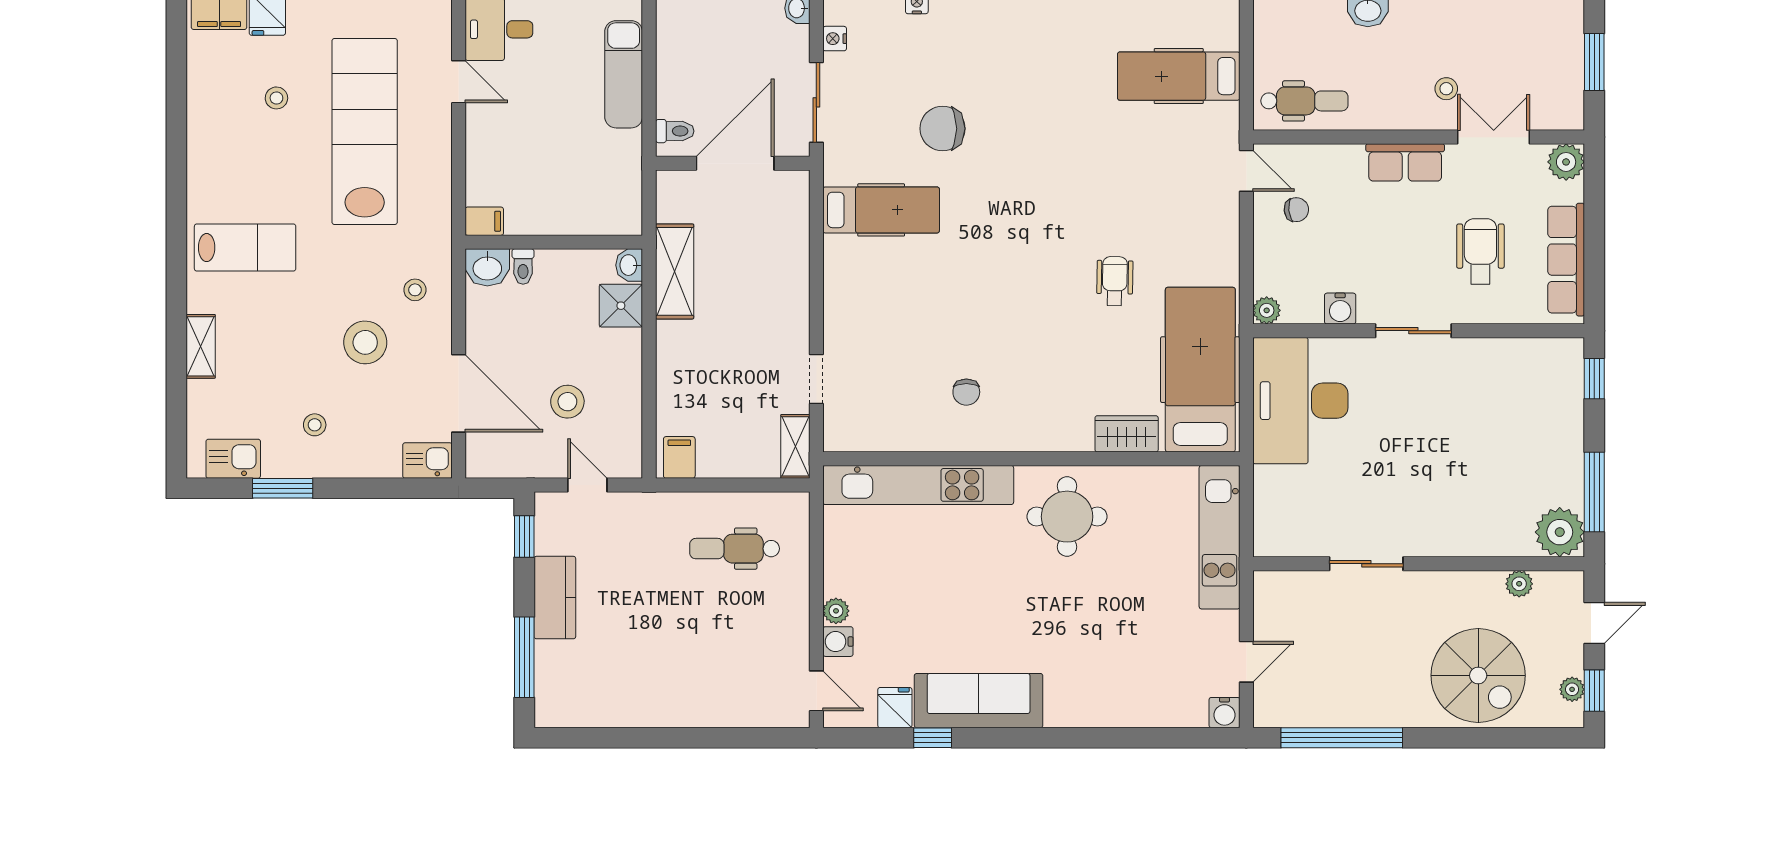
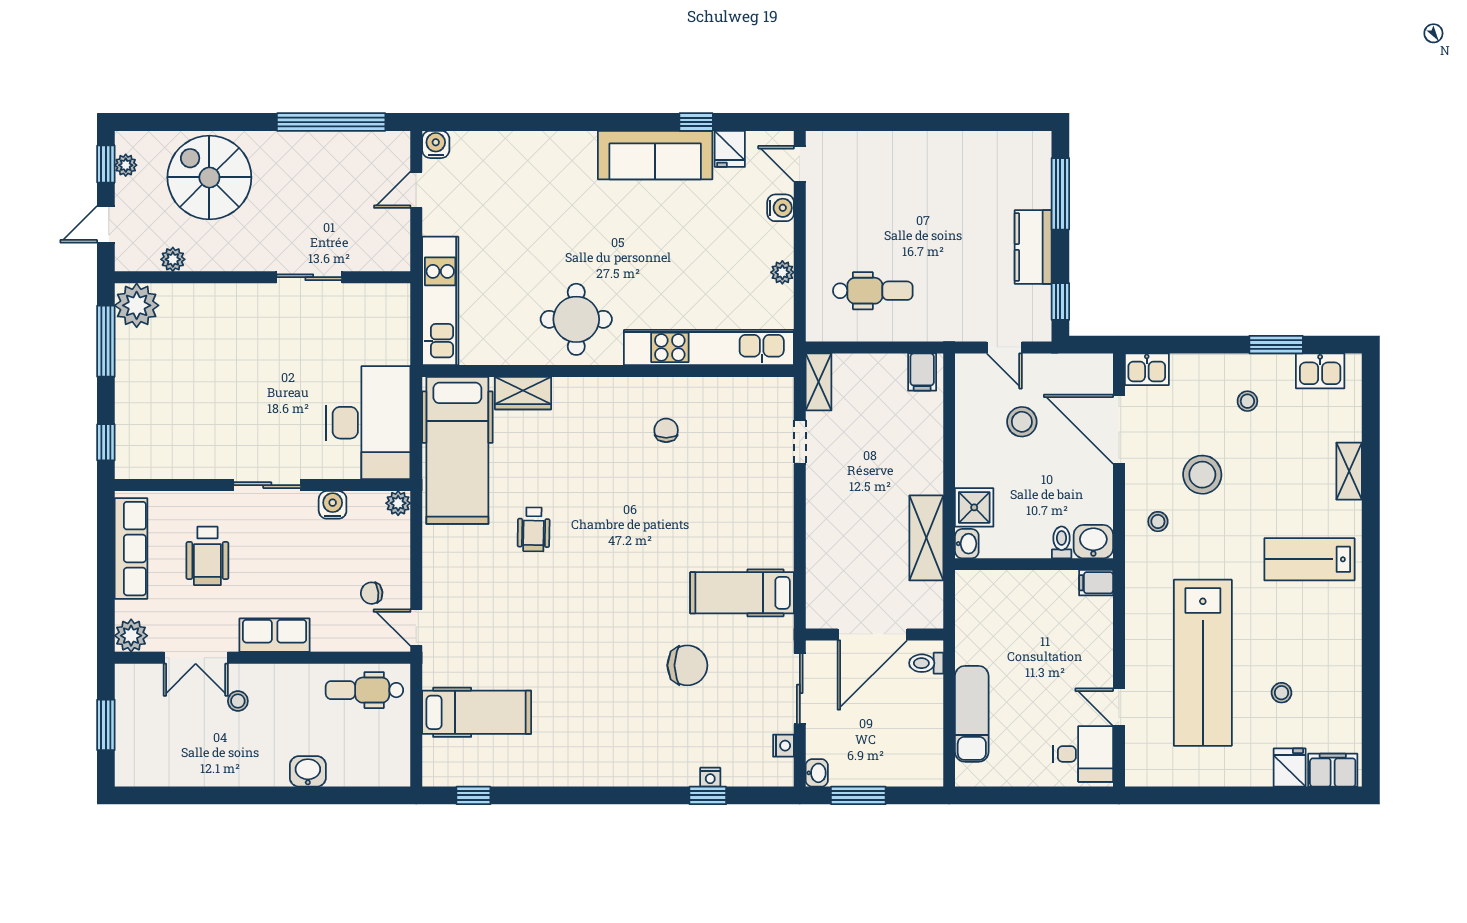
plant: (836, 611) -> (782, 272), moved

